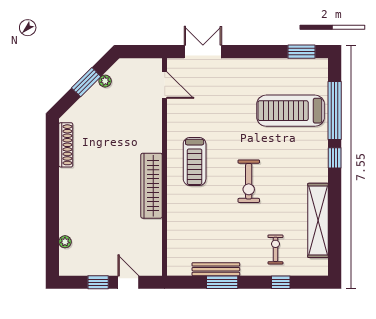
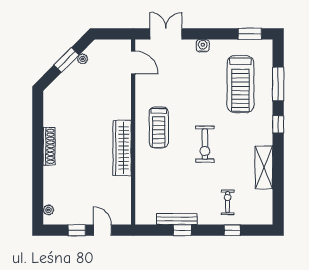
water cooler: (246, 66) -> (203, 46), added
treadmill: (291, 111) -> (240, 84), turned -90
window: (335, 111) -> (278, 84), width x0.68
shoe rack: (66, 145) -> (49, 146), moved
shelving: (318, 220) -> (264, 167), width x0.68
plant: (65, 242) -> (48, 210), moved
window: (222, 282) -> (182, 230), width x0.67

